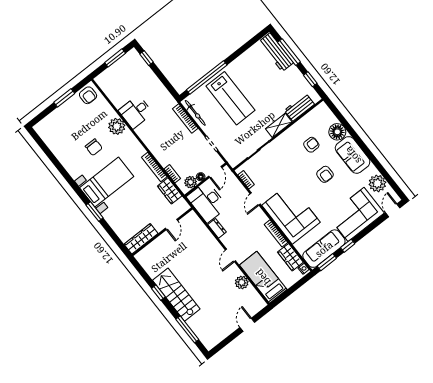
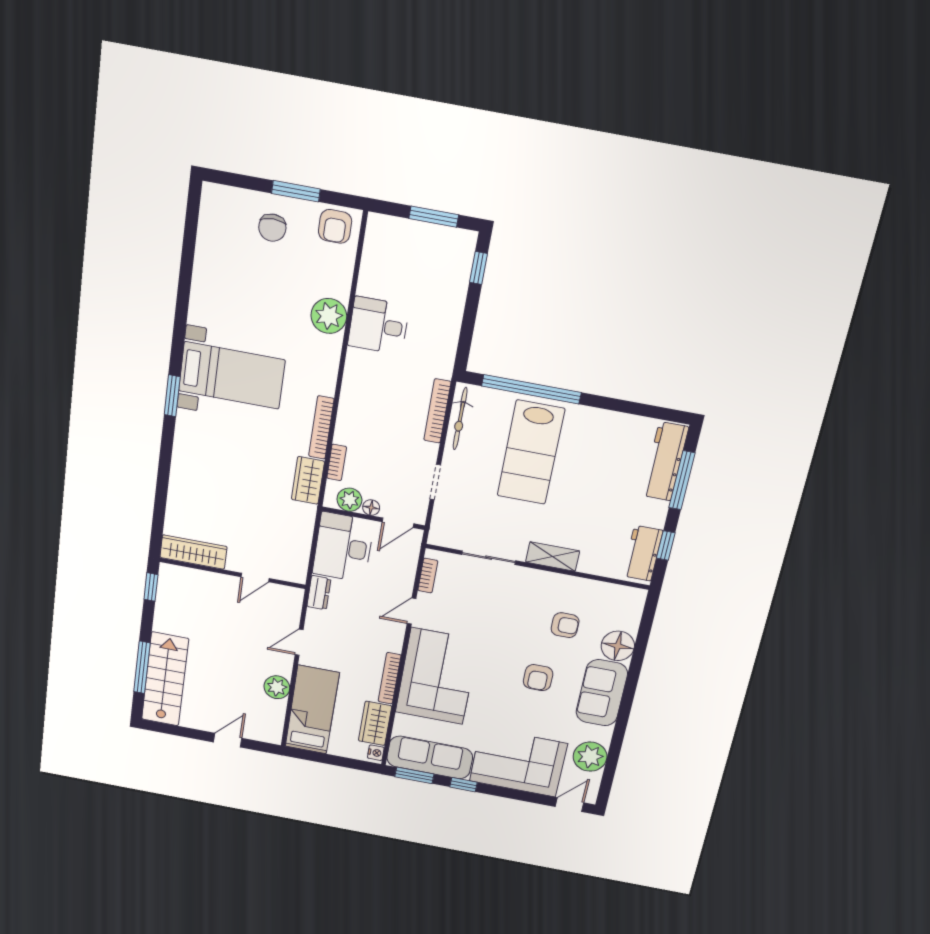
workbench: (299, 107) -> (643, 553), moved, turned -90
chair: (94, 147) -> (272, 228), moved
door: (171, 224) -> (255, 578), moved
wall: (162, 232) -> (232, 573), moved
wardrobe: (141, 239) -> (193, 552), moved
stairs: (176, 295) -> (165, 679), moved

